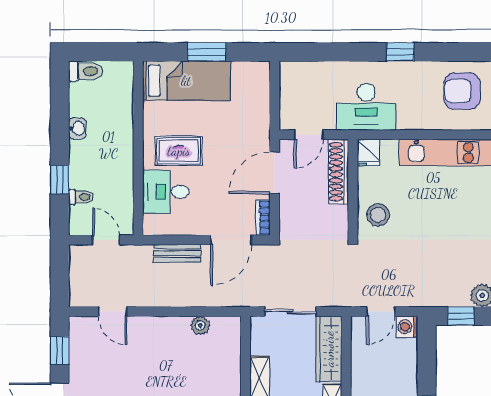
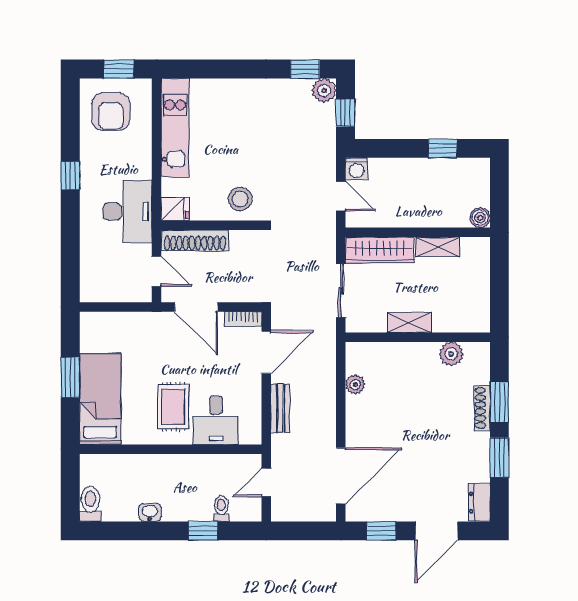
door: (231, 240) -> (266, 352), hinge flipped
door: (113, 312) -> (341, 476), width x1.88

